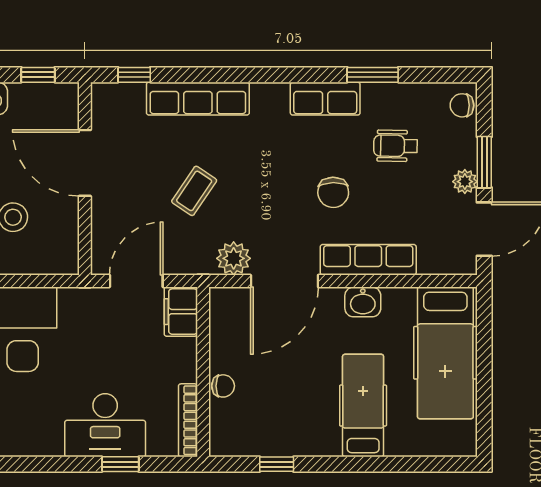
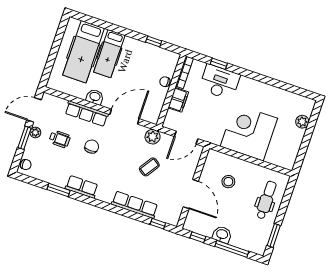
wheelchair: (396, 146) -> (60, 139), moved
plant: (234, 258) -> (153, 137), moved
filing cabinet: (181, 312) -> (178, 100), moved
hospital bed: (445, 353) -> (84, 52), moved, turned 180

